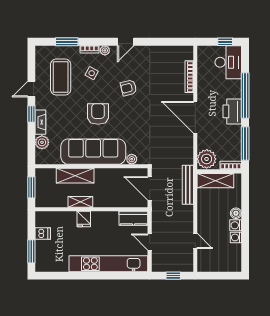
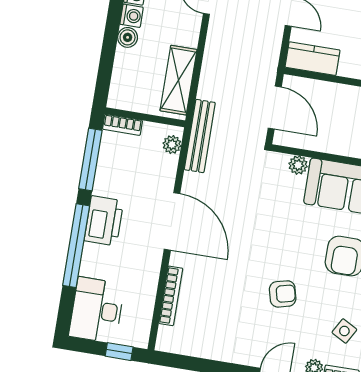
window: (225, 42) -> (119, 352), moved
plant: (207, 159) -> (172, 145), width x0.53, depth x0.53
shelving: (215, 181) -> (178, 80), moved, turned 90
bench: (188, 185) -> (200, 136), moved

